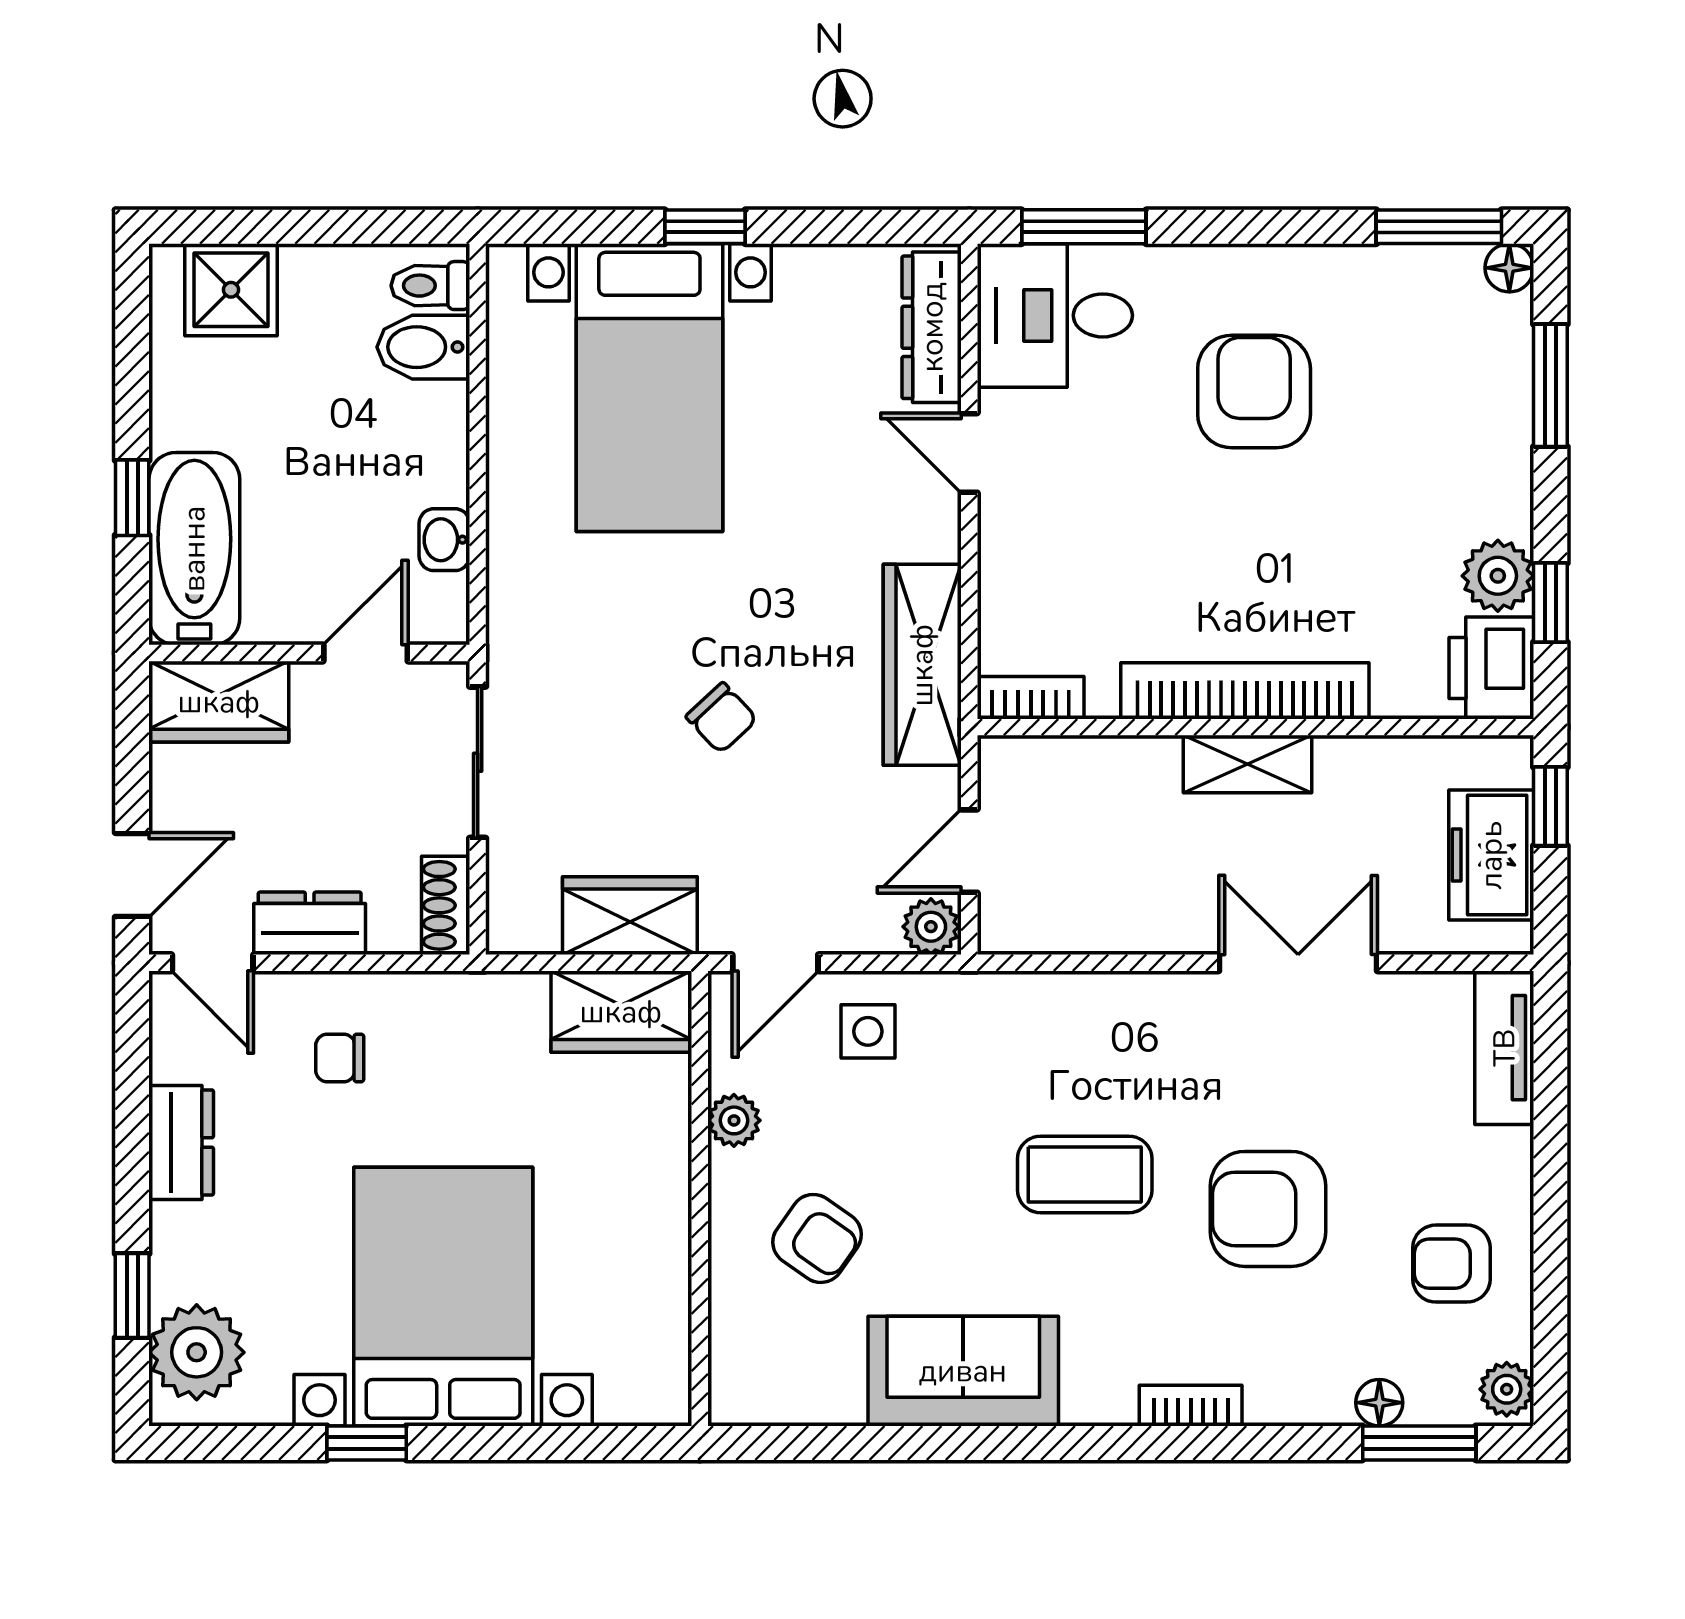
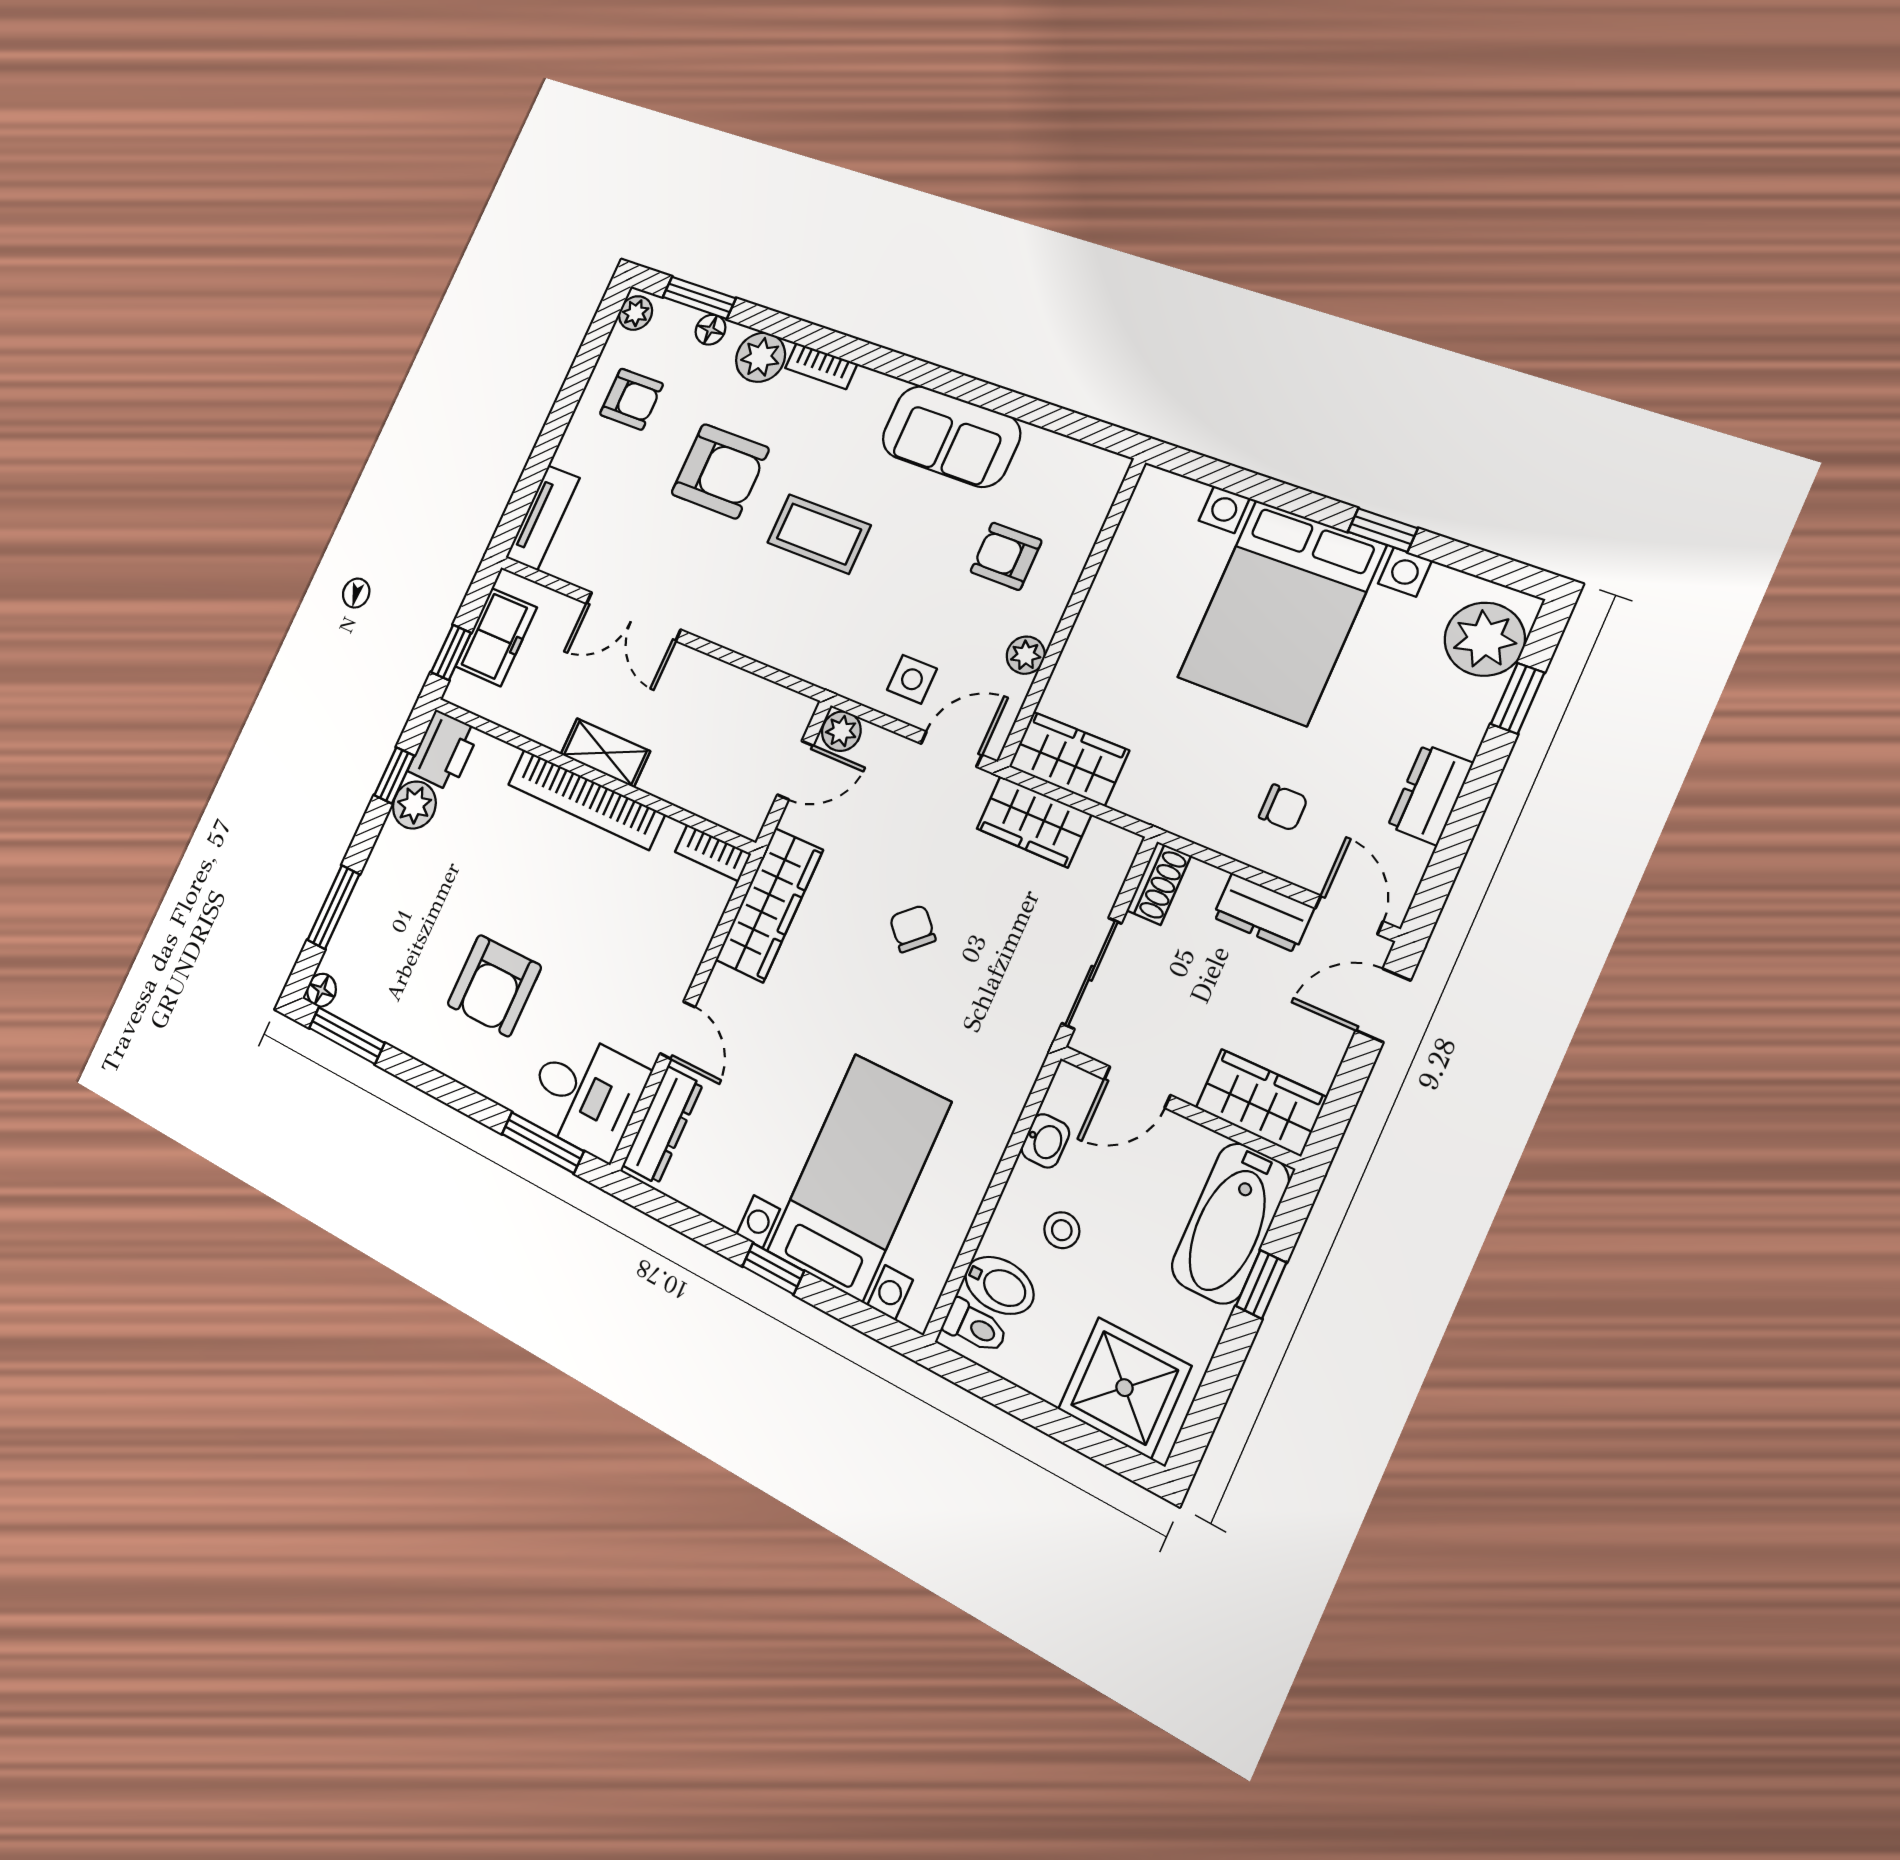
shower: (231, 290) -> (1125, 1388), width x1.36, depth x1.36
stool: (379, 446) -> (1062, 1230), added
armchair: (817, 1238) -> (1006, 556), turned -35
plant: (1285, 1388) -> (761, 357), added

